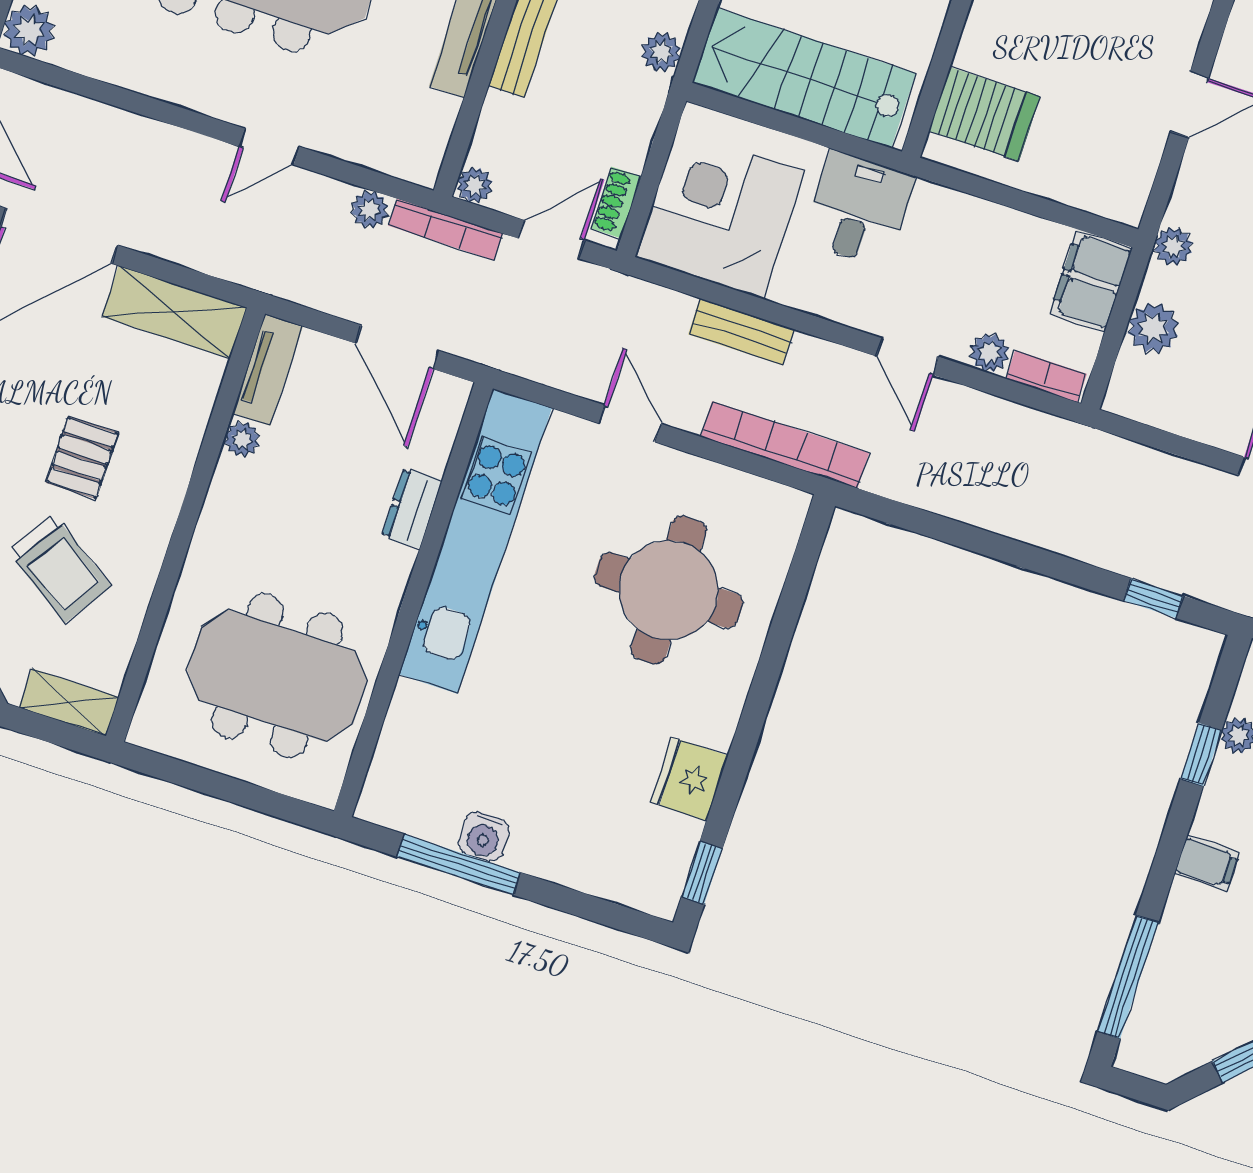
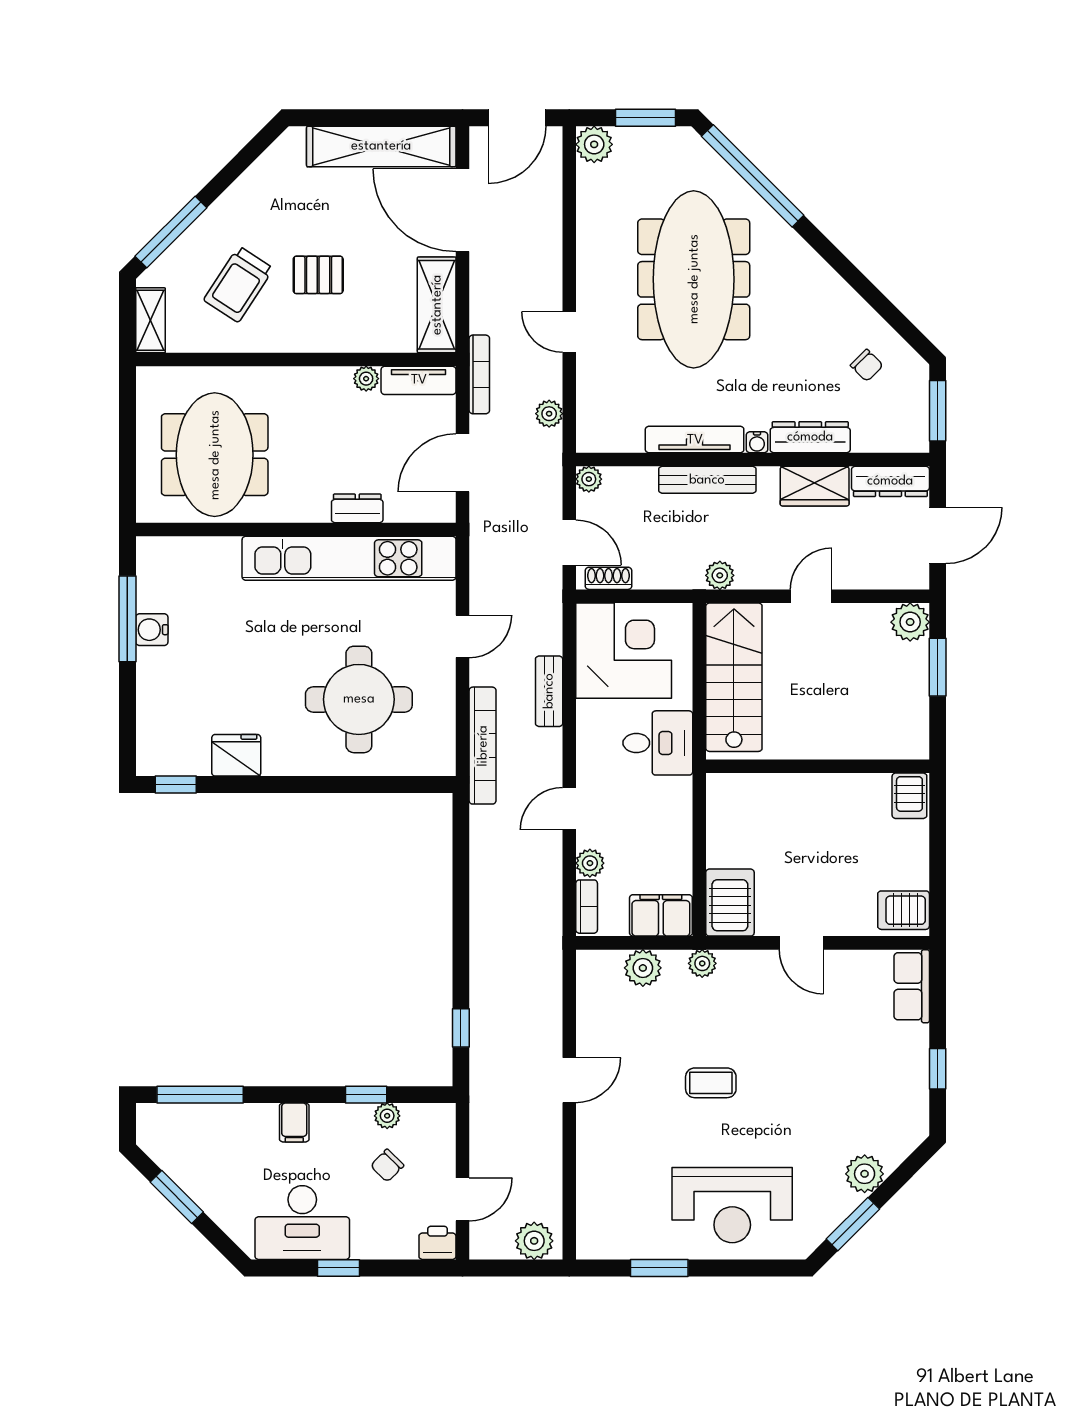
server rack: (984, 114) -> (730, 903), moved, turned 180
bookcase: (445, 229) -> (479, 374), moved, turned 180

